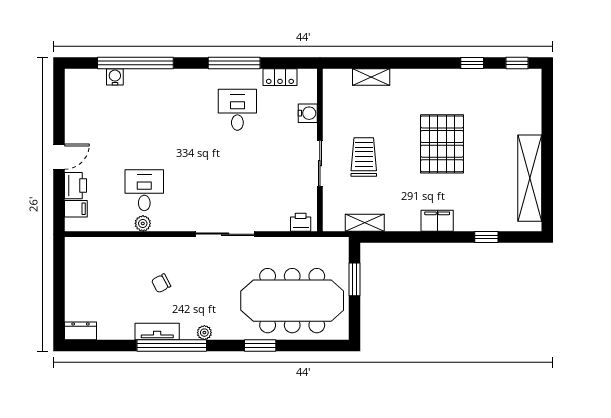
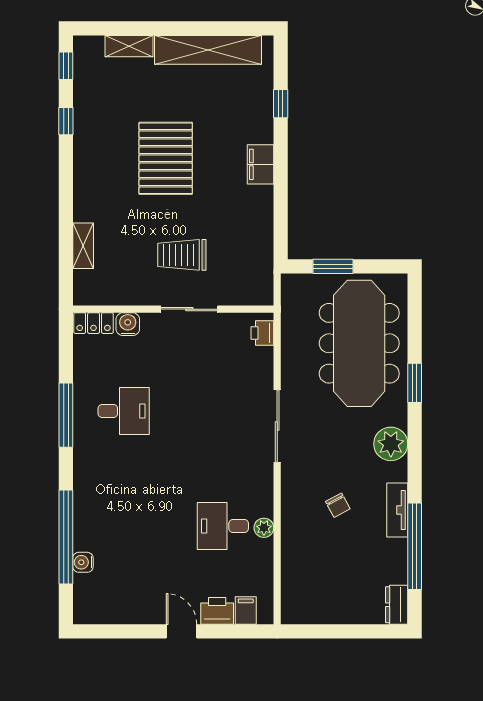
locker: (280, 77) -> (94, 323), moved, turned 90
desk: (237, 110) -> (124, 411), turned 180
pallet: (442, 144) -> (166, 158), turned 90
shelving: (365, 223) -> (129, 46), moved, turned 90
plant: (204, 333) -> (391, 444), width x1.88, depth x1.88
window: (172, 345) -> (415, 546), moved

